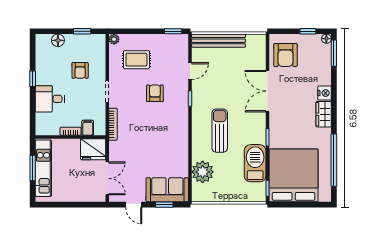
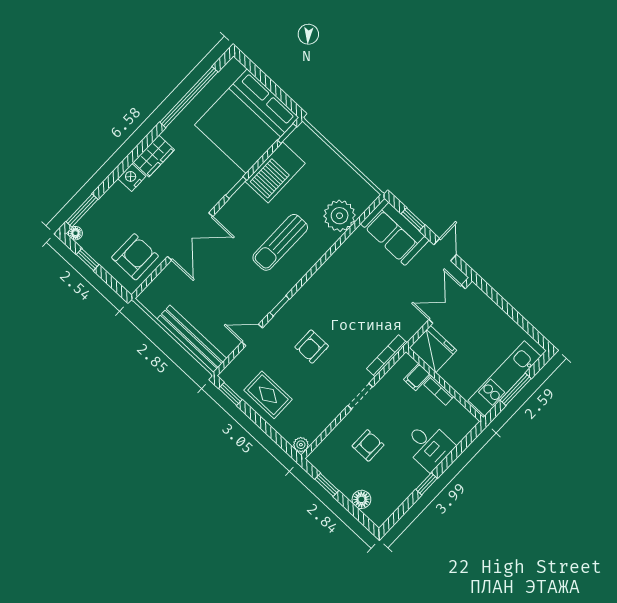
rug: (136, 60) -> (268, 395), moved

